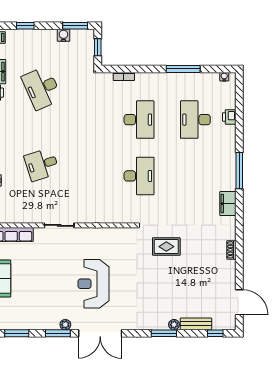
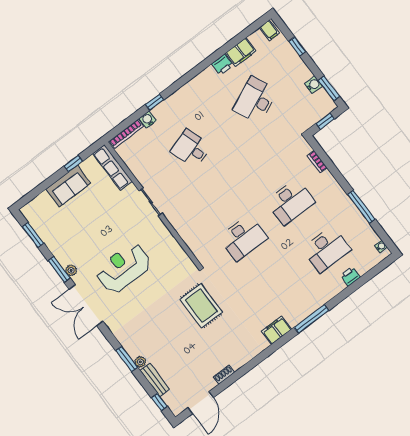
desk: (195, 120) -> (326, 249), turned 180
rug: (166, 247) -> (201, 306), width x1.36, depth x1.43
shoe rack: (231, 250) -> (224, 375), moved

